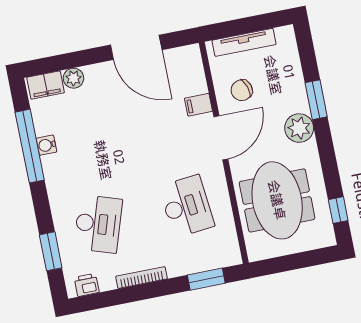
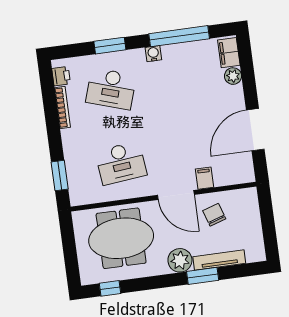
tv unit: (244, 42) -> (219, 260), moved, turned 90
water cooler: (46, 145) -> (153, 54), moved
window: (51, 251) -> (110, 46), moved
bookcase: (141, 278) -> (62, 107), moved

